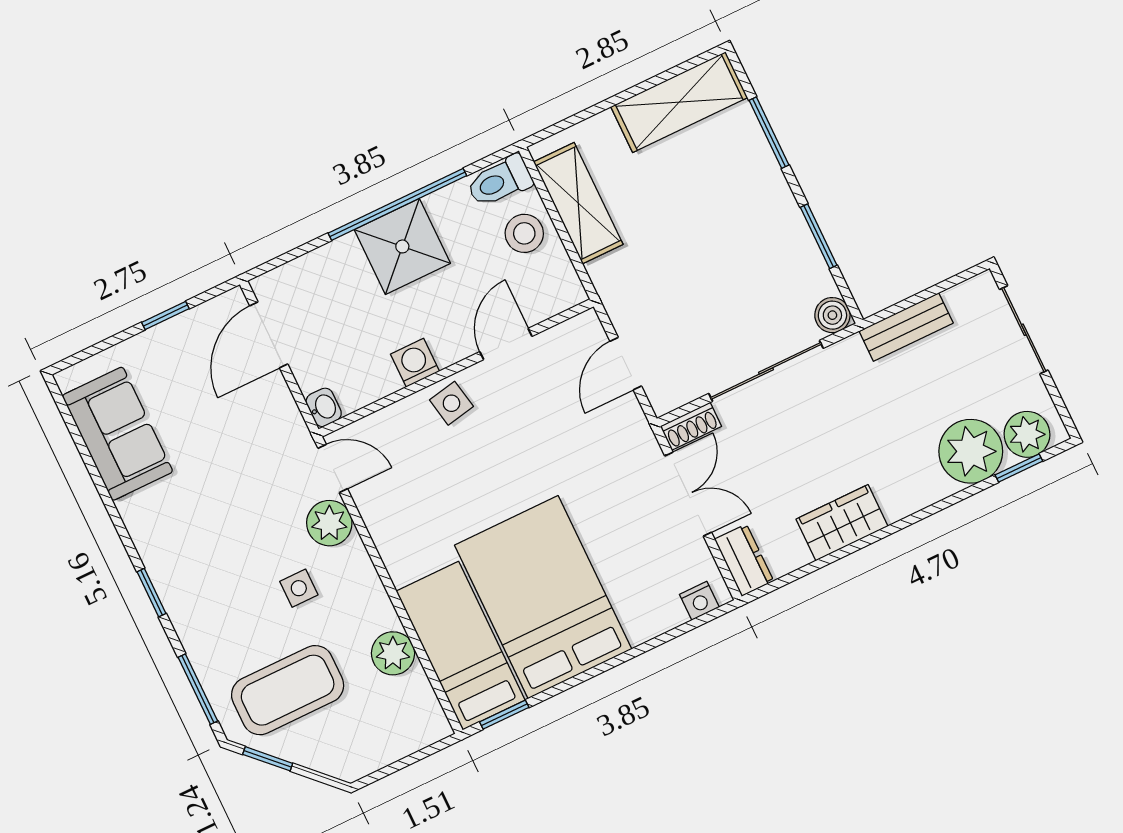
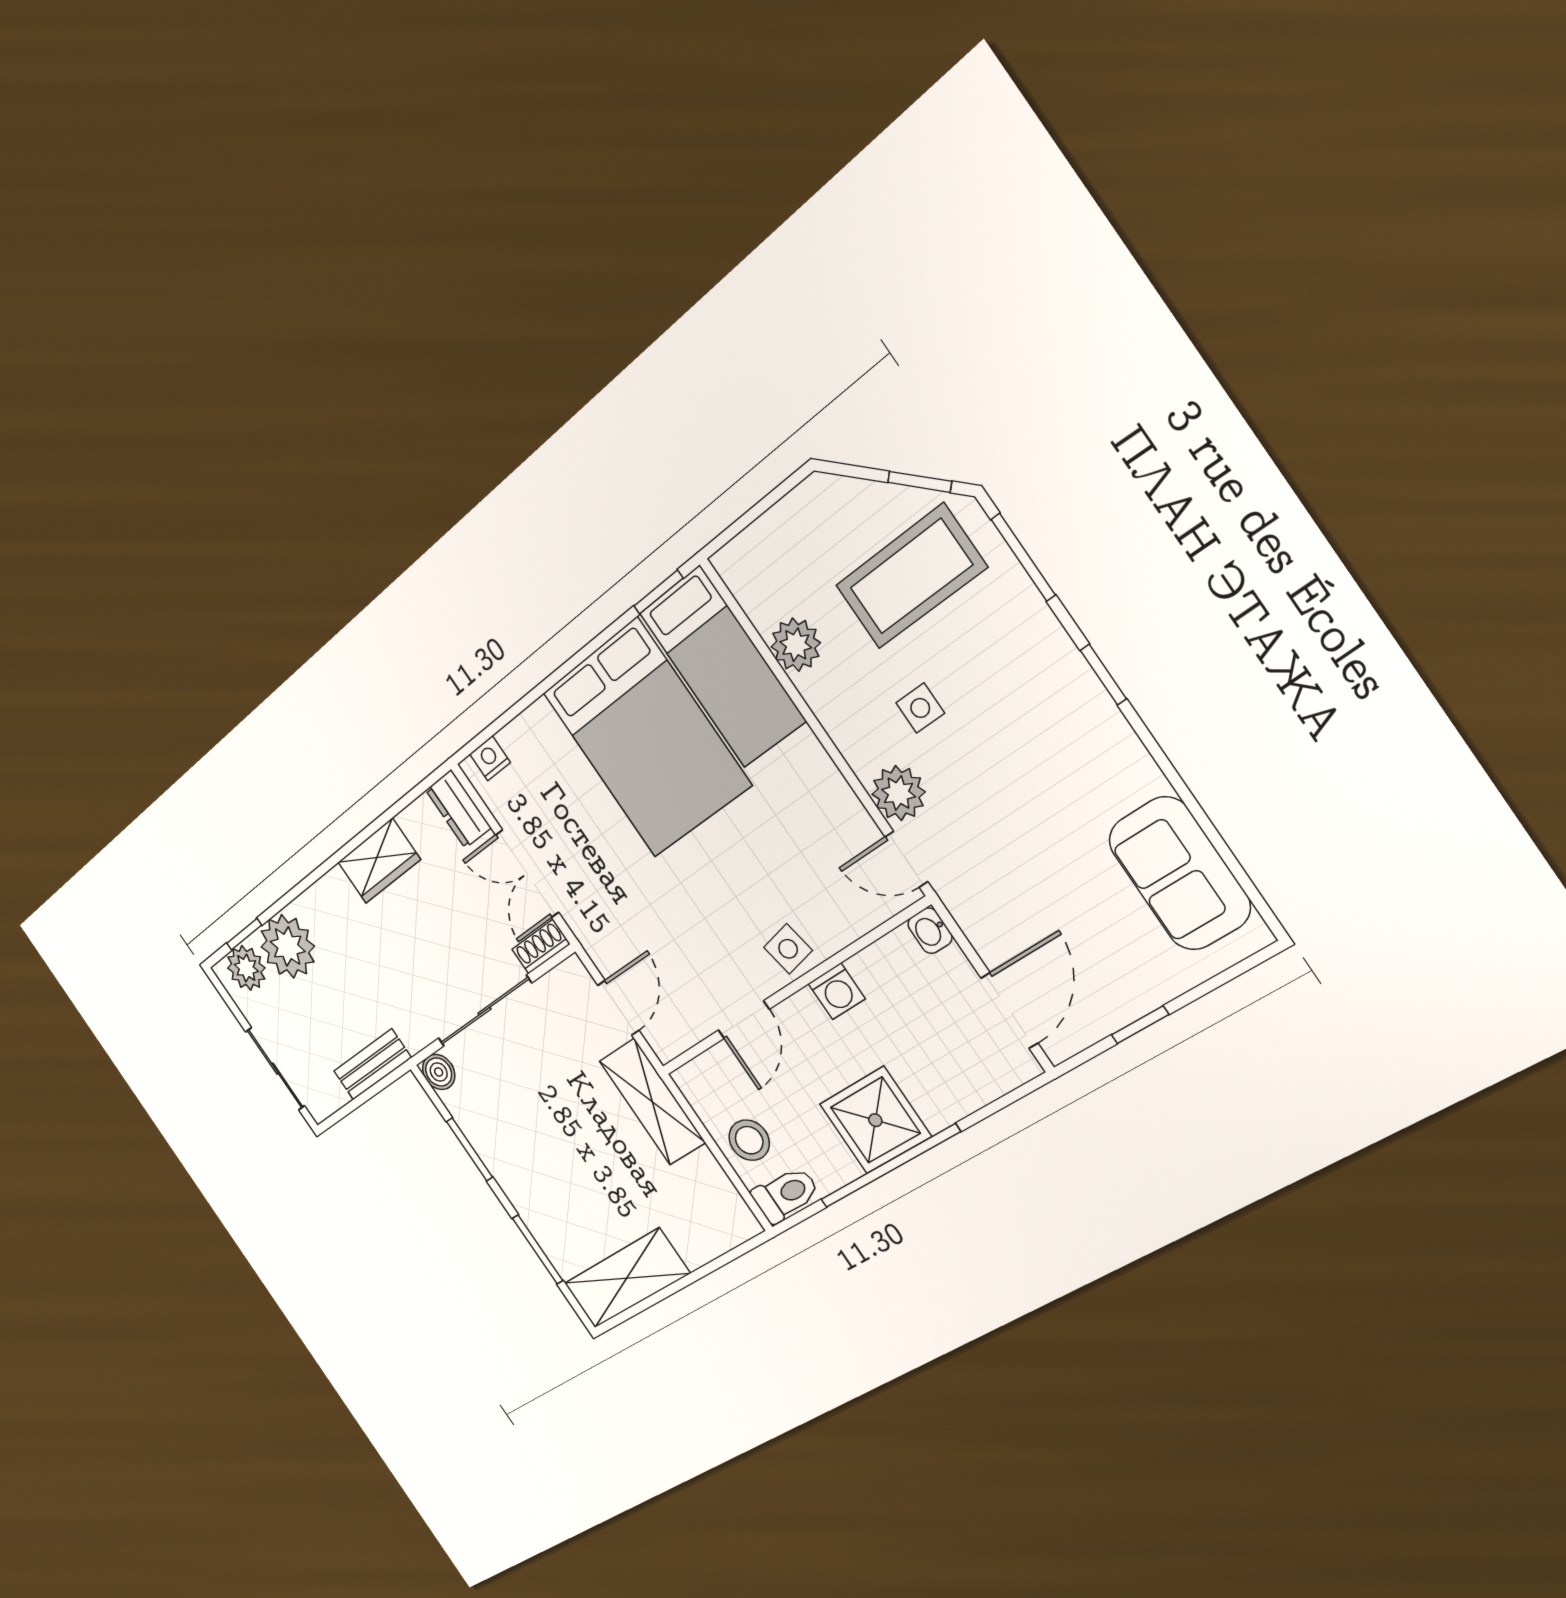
shelving: (578, 203) -> (652, 1102), moved

